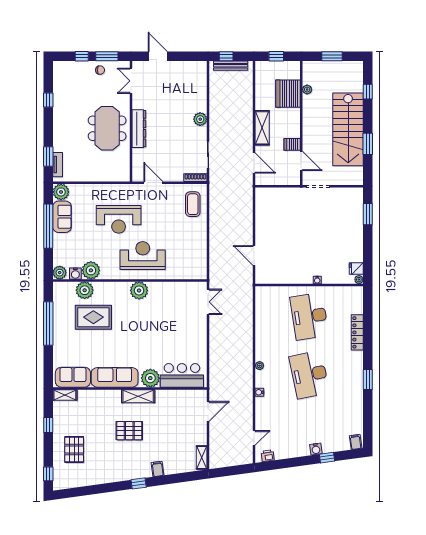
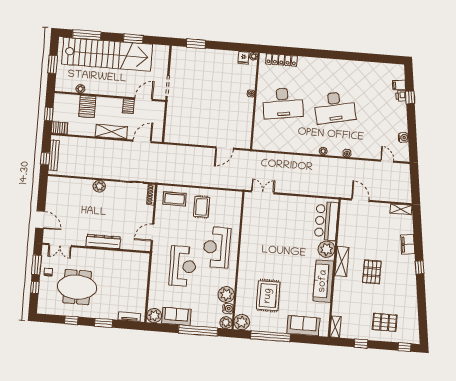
door: (158, 56) -> (40, 220), swing flipped
server rack: (262, 70) -> (59, 128), added
window: (368, 92) -> (87, 35), width x2.17
server rack: (288, 94) -> (87, 107), width x0.62
meeting table: (107, 128) -> (77, 287), moved
stairs: (348, 129) -> (107, 54), width x1.36
window: (48, 157) -> (104, 323), moved
window: (48, 226) -> (198, 330), moved
rug: (186, 235) -> (202, 207), added
plant: (85, 290) -> (242, 322), moved
plant: (139, 290) -> (248, 253), removed
locker: (357, 332) -> (281, 60), moved
sofa: (73, 377) -> (303, 326), moved, turned 90
window: (368, 380) -> (343, 55), removed
filing cabinet: (356, 442) -> (399, 85), moved
water cooler: (316, 449) -> (403, 138), moved
printer: (268, 456) -> (401, 96), moved
filing cabinet: (158, 469) -> (408, 244), width x2.00

